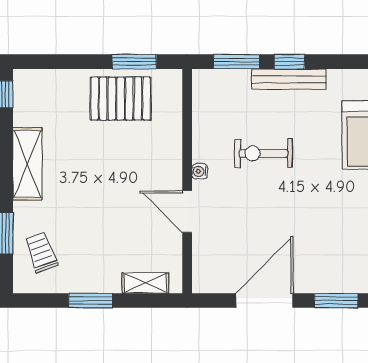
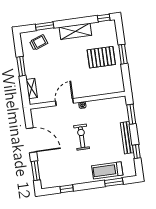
window: (134, 62) -> (123, 54), moved
window: (289, 62) -> (136, 151), moved
pallet: (121, 99) -> (101, 57), moved, turned 90
exercise bike: (263, 153) -> (82, 137), moved

